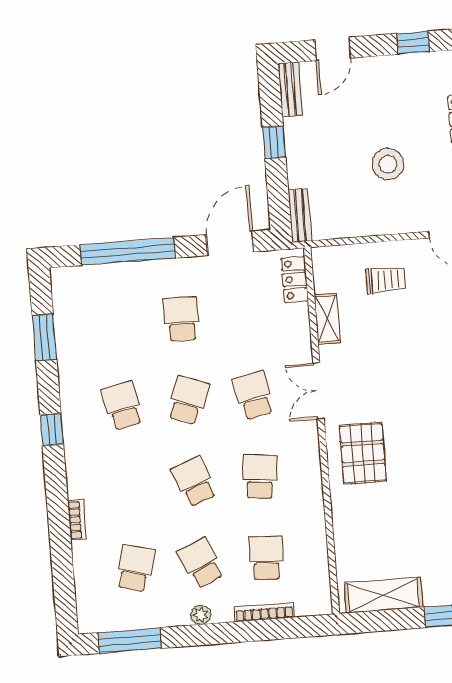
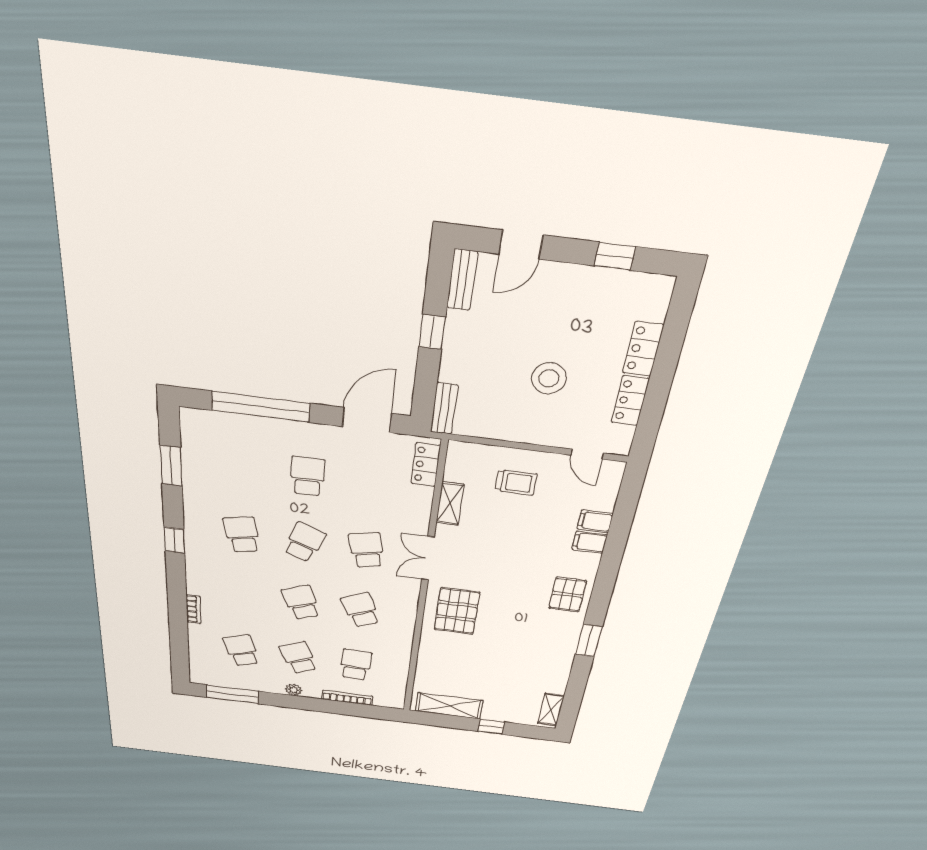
school desk: (260, 477) -> (361, 610), turned -30
school desk: (135, 568) -> (242, 651), turned -33

